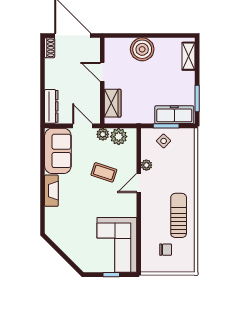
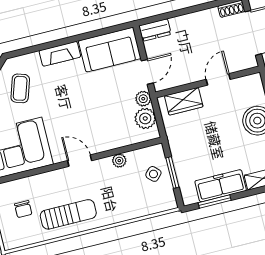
dresser: (51, 106) -> (155, 30), width x0.70
freezer: (174, 115) -> (221, 186), moved, turned -90
coffee table: (104, 172) -> (20, 88), moved
door: (139, 183) -> (80, 161), moved

